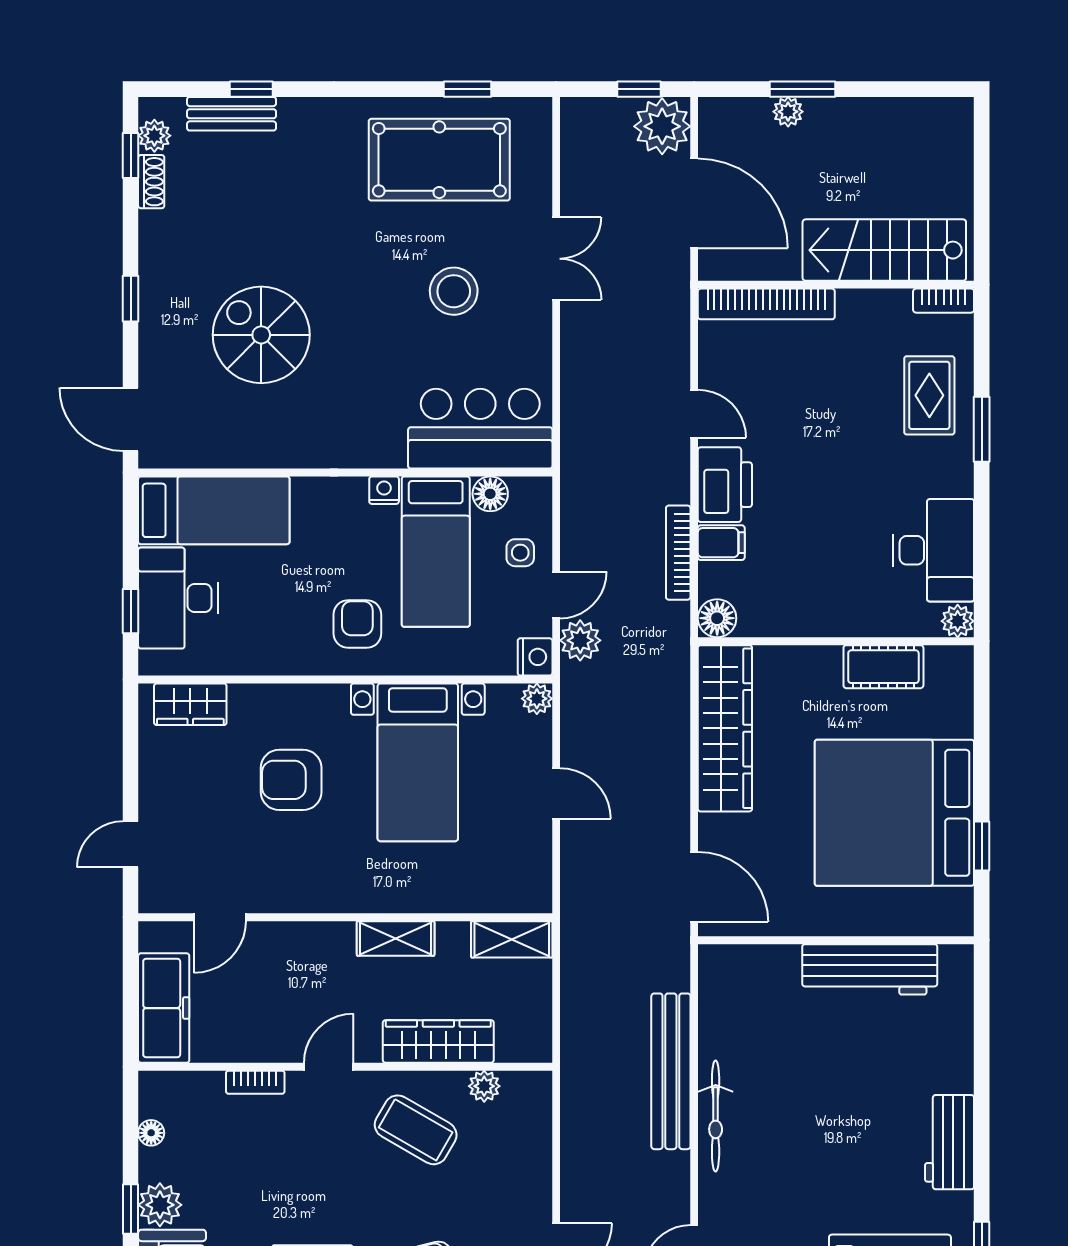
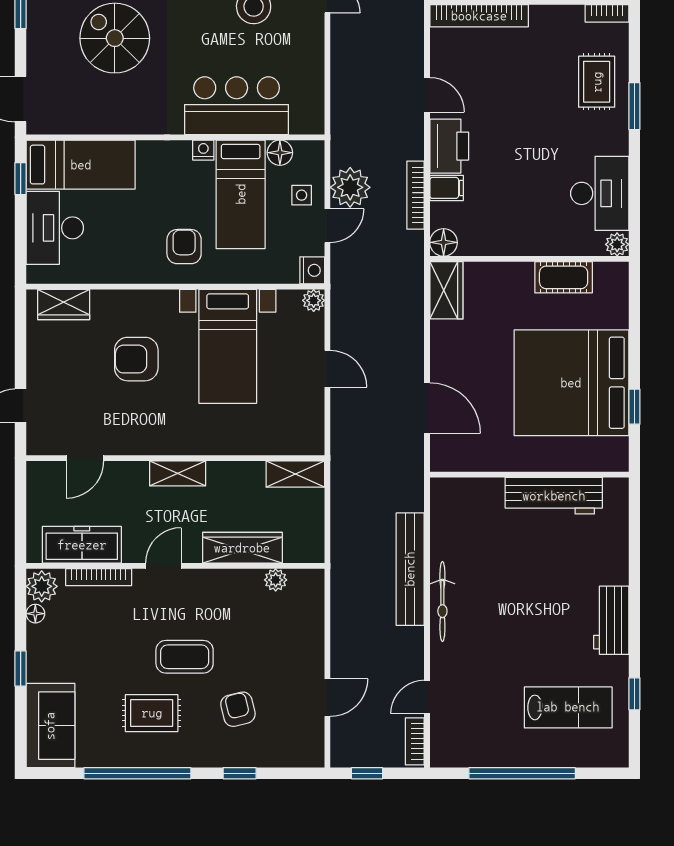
bar counter: (480, 429) -> (237, 106), moved
window: (131, 611) -> (21, 179), moved
plant: (580, 640) -> (350, 187), moved, width x1.36, depth x1.36
wardrobe: (725, 728) -> (446, 290), width x0.48, depth x0.85
door: (694, 887) -> (427, 408), moved
shelving: (396, 938) -> (178, 473), moved
freezer: (164, 1008) -> (82, 545), moved, turned -90
bookcase: (255, 1082) -> (99, 577), width x1.56
coffee table: (416, 1130) -> (185, 657), moved, turned -30
plant: (160, 1205) -> (42, 586), moved

